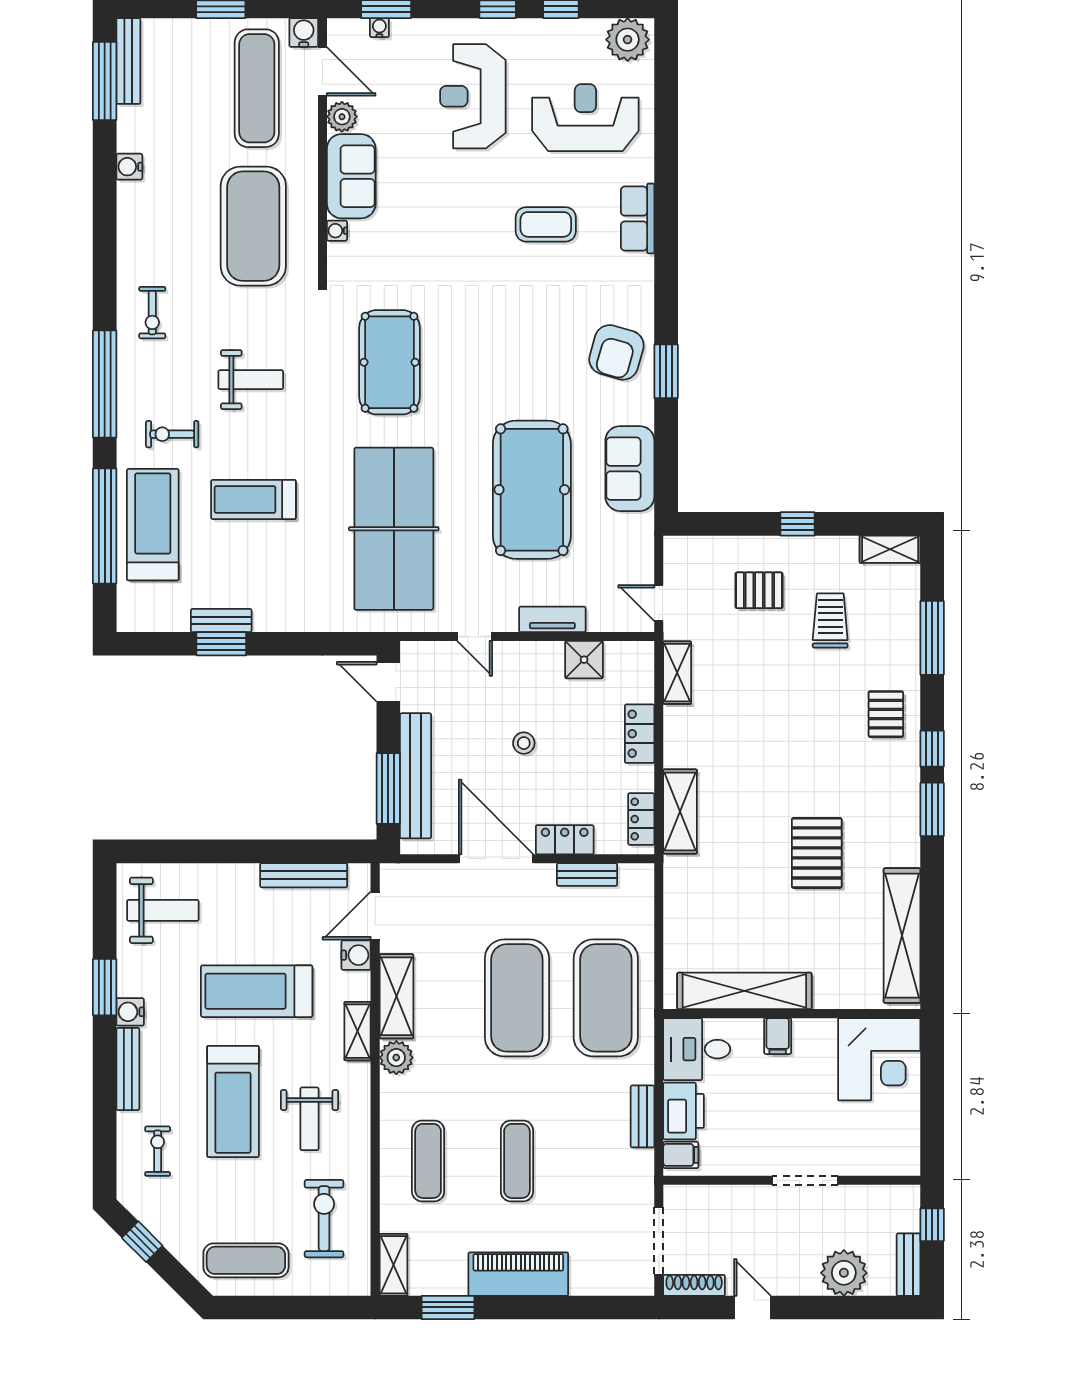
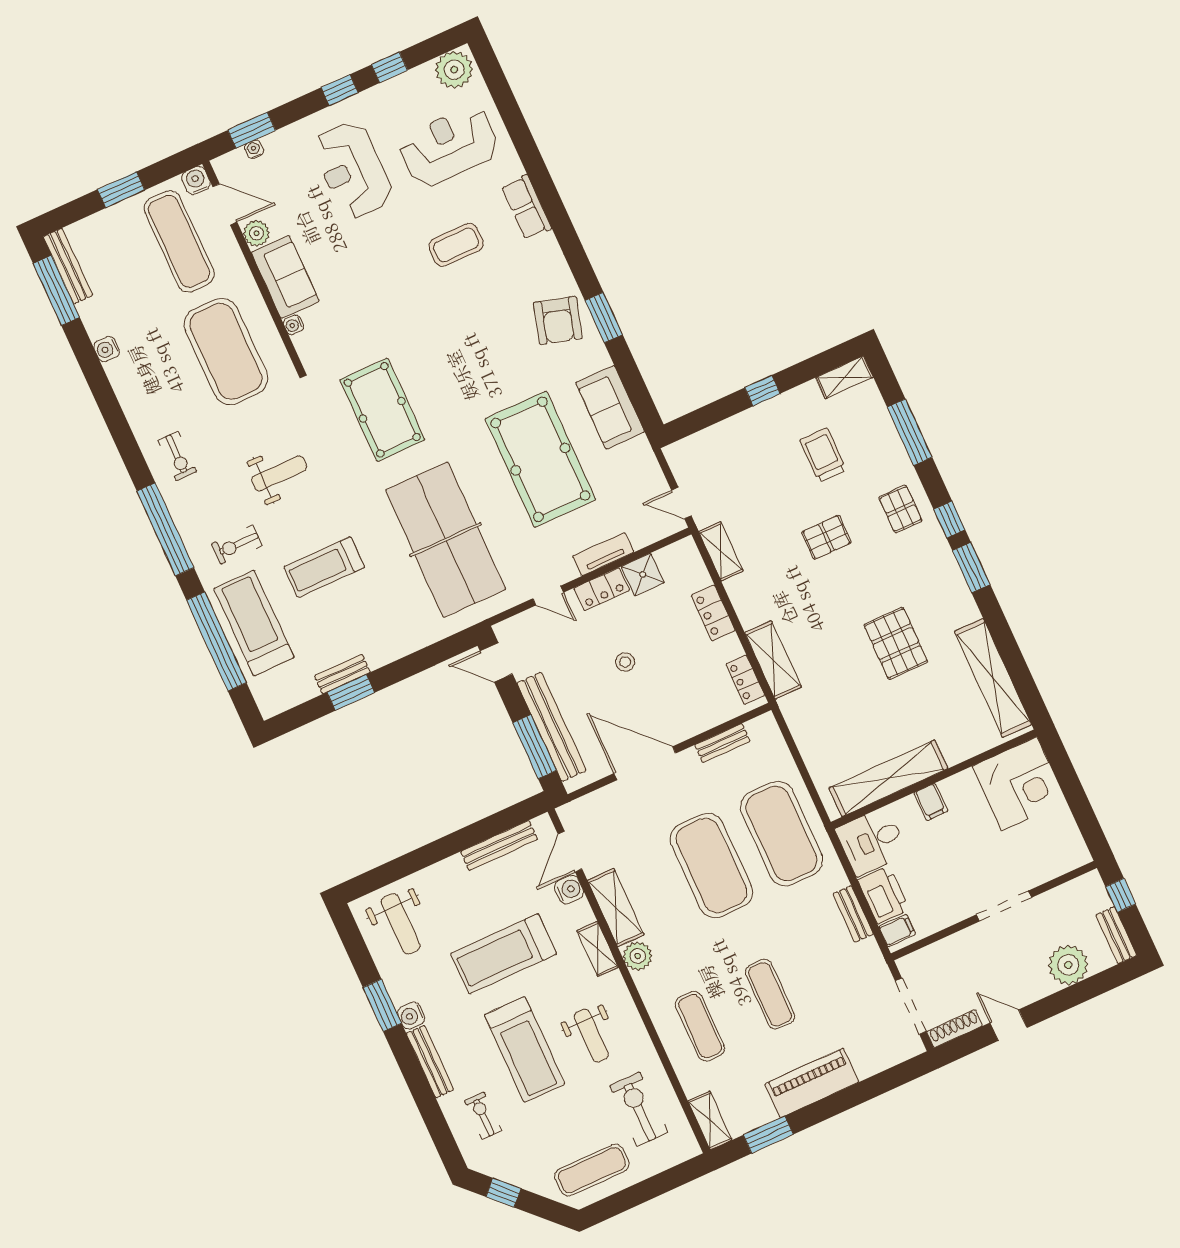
pallet: (759, 590) -> (826, 537), moved
locker: (565, 840) -> (602, 589), moved, turned 180
weight bench: (163, 910) -> (401, 924), turned 90

